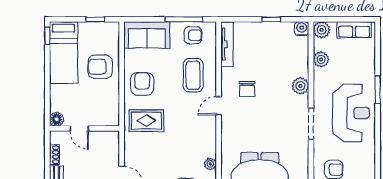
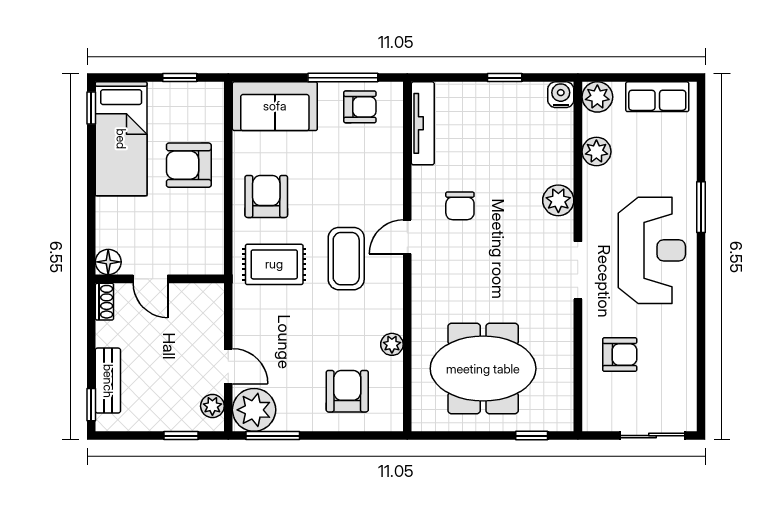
coffee table: (193, 75) -> (346, 259), moved
shoe rack: (54, 155) -> (104, 302), moved

